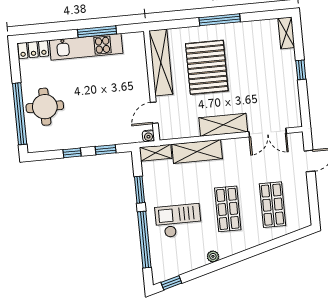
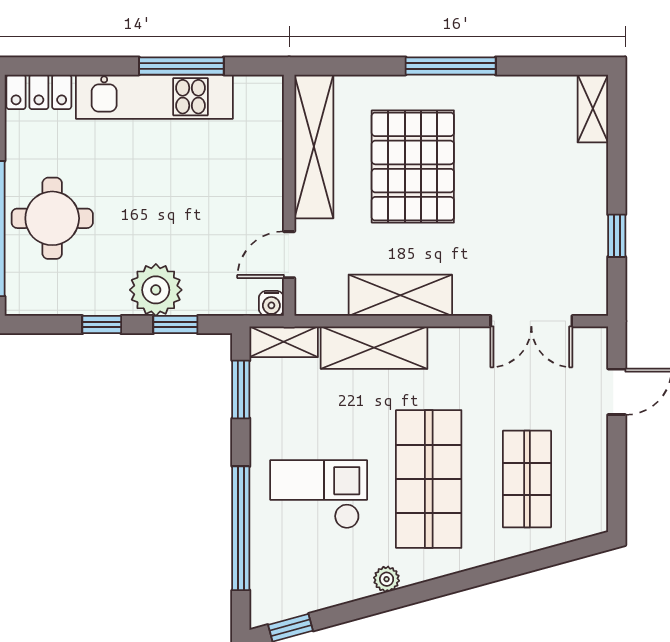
window: (301, 70) -> (617, 236), moved
shelving: (223, 125) -> (400, 295), moved
plant: (95, 135) -> (156, 290), added
window: (140, 190) -> (241, 389), moved
shop shelf: (228, 209) -> (429, 479), width x1.43, depth x1.36

